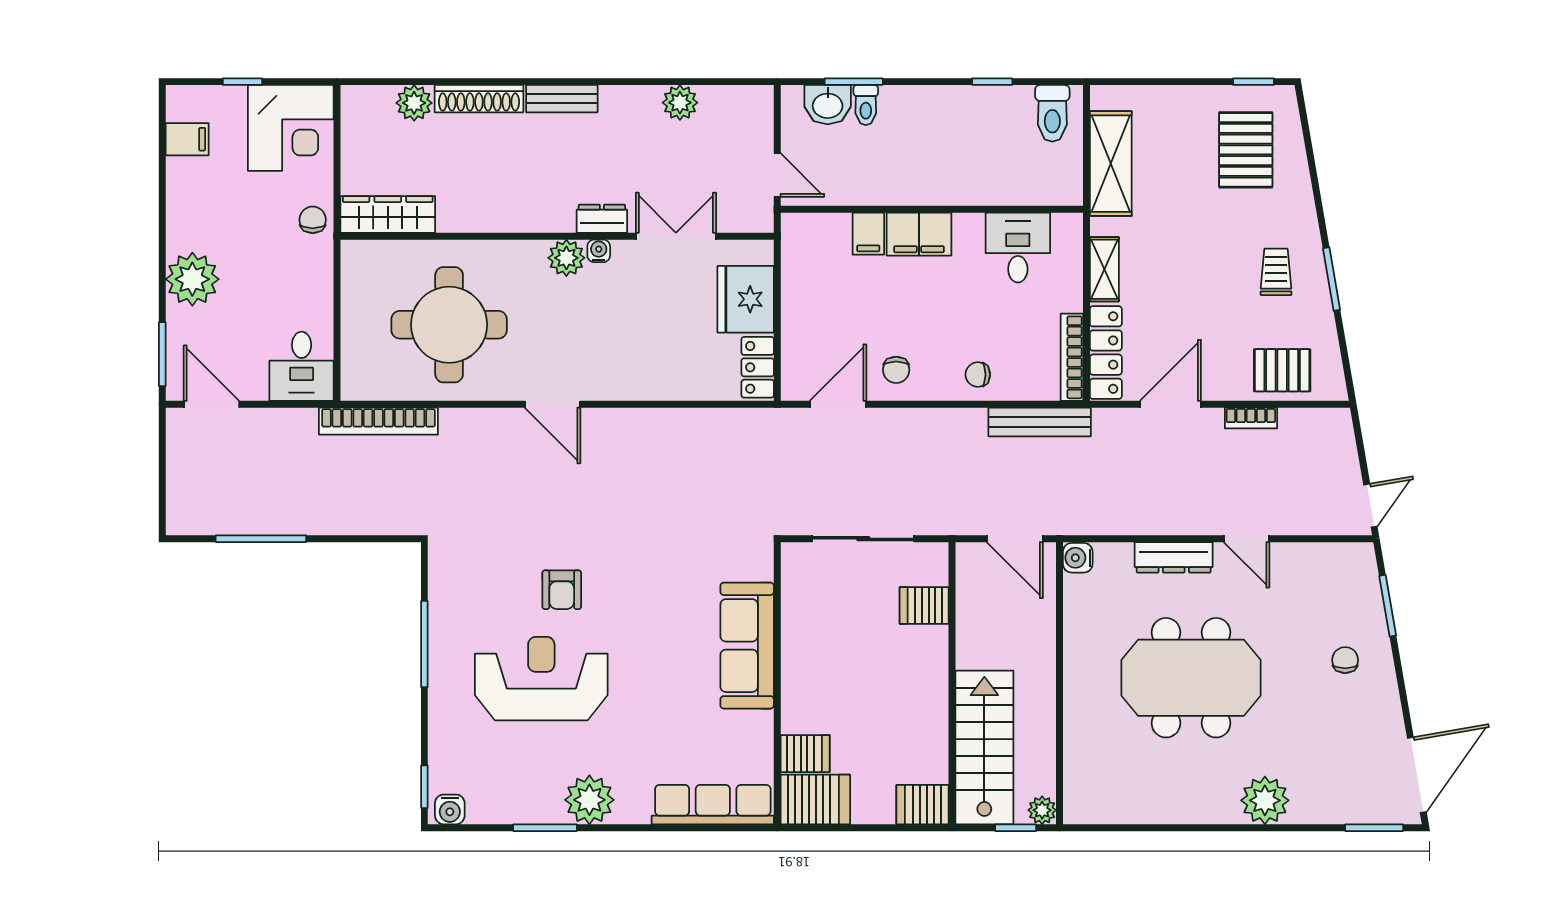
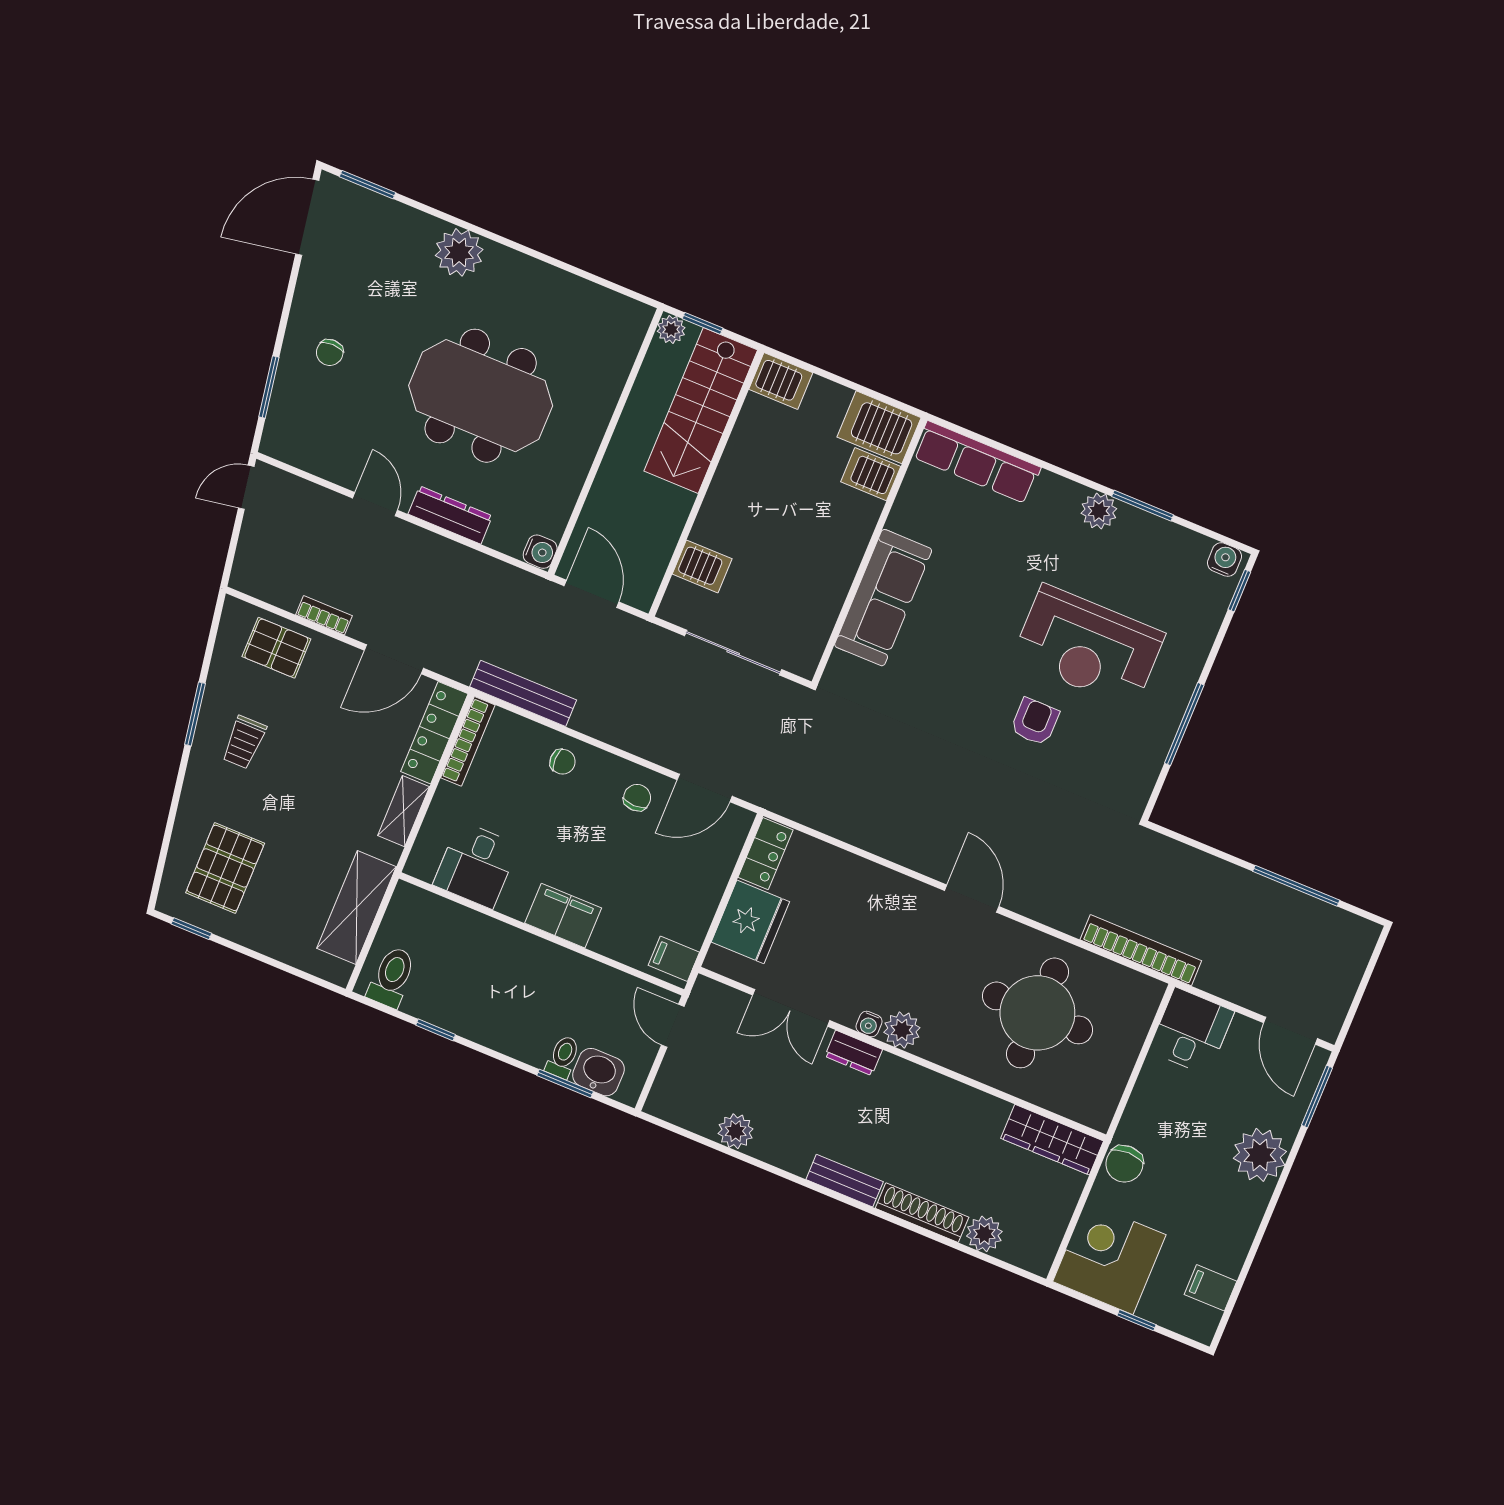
chair: (313, 220) -> (1124, 1164), width x1.37, depth x1.37
filing cabinet: (868, 234) -> (674, 959), moved, turned -90
plant: (589, 800) -> (1099, 511), width x0.73, depth x0.73

